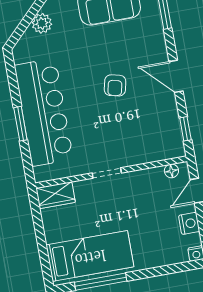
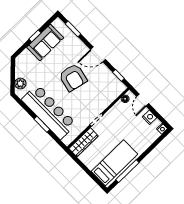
plant: (42, 23) -> (20, 84), moved
armchair: (115, 85) -> (73, 77), width x1.88, depth x1.88
wardrobe: (56, 195) -> (84, 142), width x1.50

